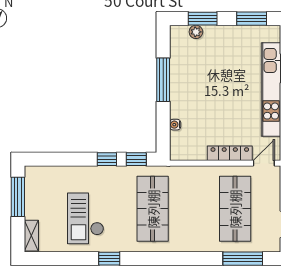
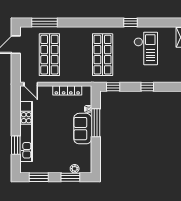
window: (163, 80) -> (96, 123), moved
sofa: (183, 94) -> (83, 129), added
locker: (230, 153) -> (67, 90), moved
window: (107, 159) -> (147, 87), moved
door: (264, 163) -> (31, 84), hinge flipped

